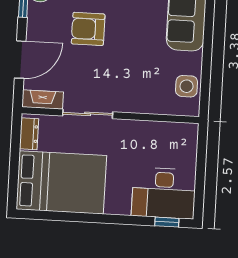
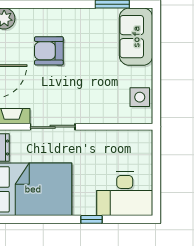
window: (167, 222) -> (91, 219), moved

